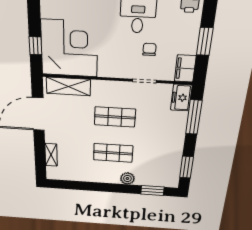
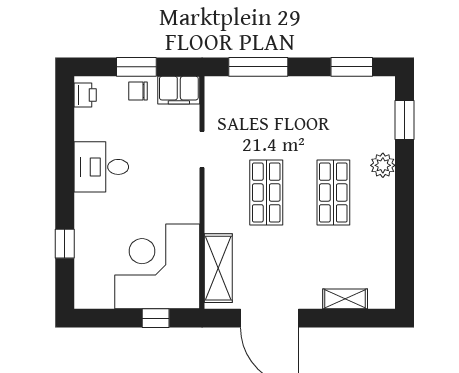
chair: (149, 49) -> (138, 91), moved
freezer: (181, 98) -> (226, 90), removed

